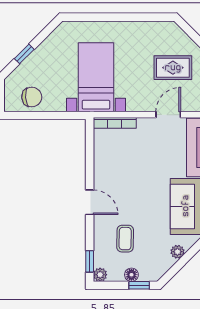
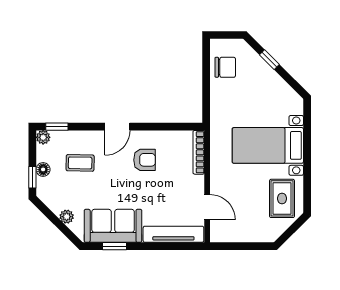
rug: (173, 68) -> (282, 198), moved
bed with nightstands: (96, 77) -> (268, 145), moved, turned 180
chair: (32, 97) -> (225, 67), turned -86
armchair: (122, 176) -> (145, 160), added

